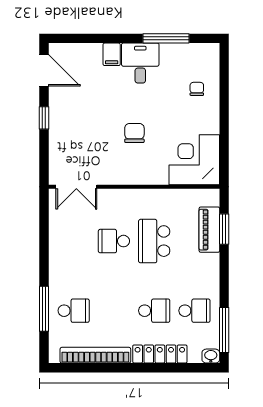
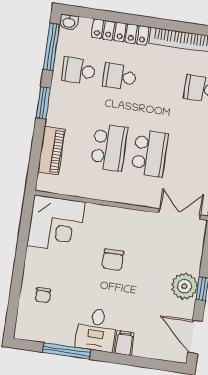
plant: (62, 118) -> (184, 286), added
window: (224, 229) -> (43, 103), moved
school desk: (114, 241) -> (150, 153), width x1.85

